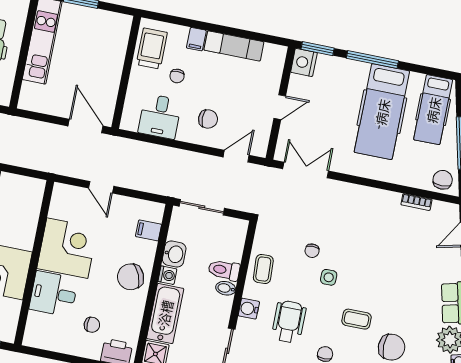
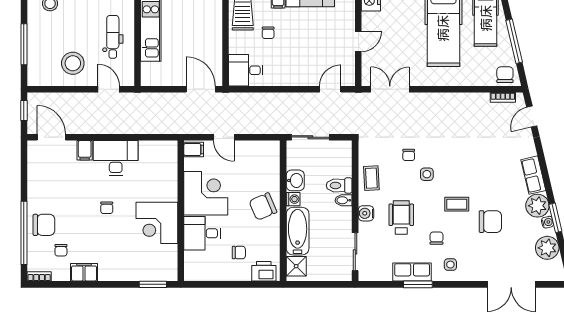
desk: (160, 116) -> (246, 70), moved, turned 90
chair: (208, 119) -> (301, 63), removed
bookcase: (416, 202) -> (503, 97), moved
filing cabinet: (149, 230) -> (194, 150), moved, turned 180

